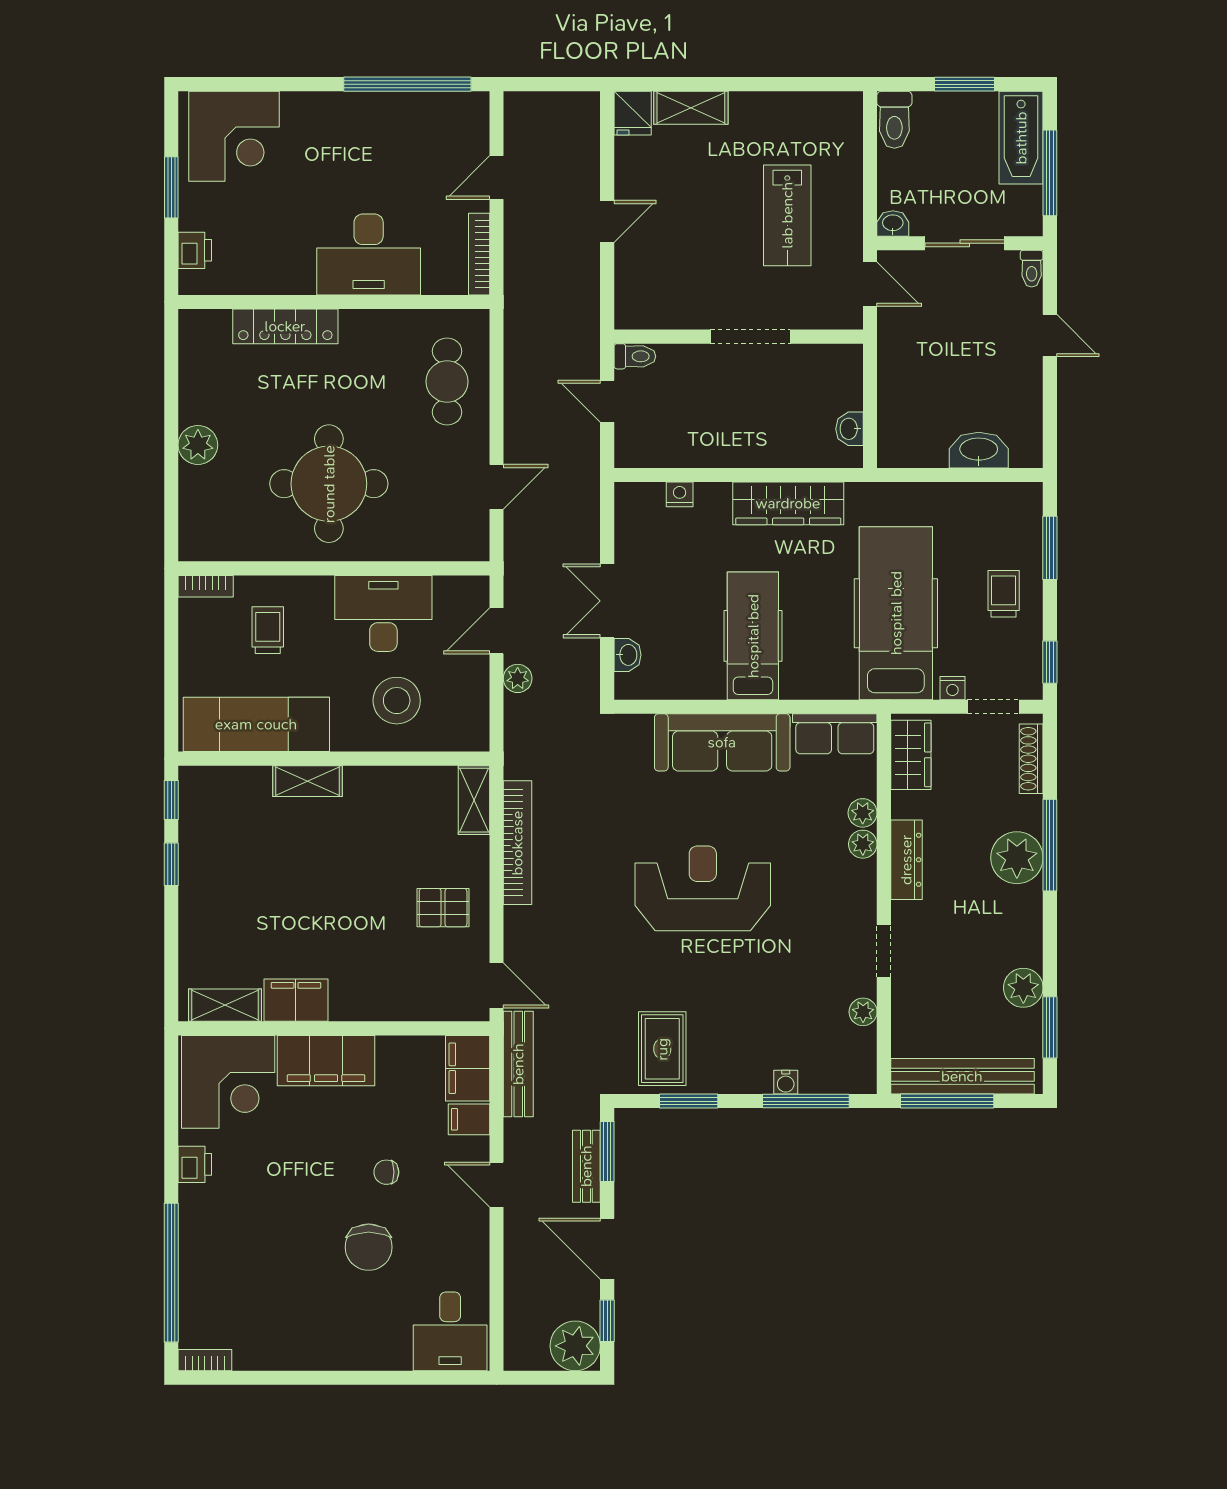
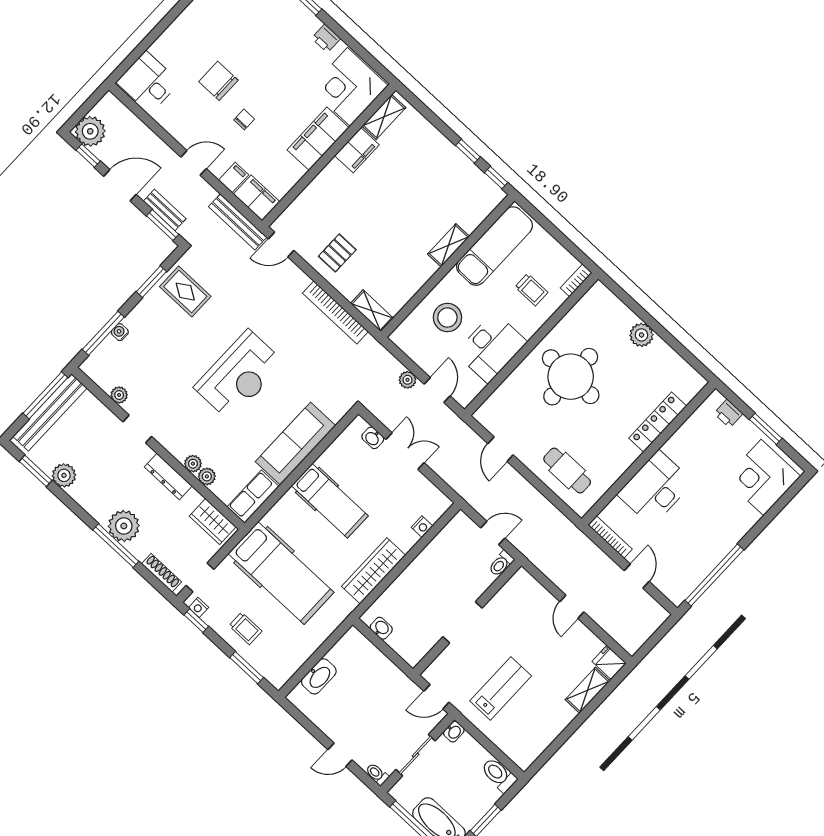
lab bench: (787, 215) -> (501, 688), turned 90
nightstand: (952, 688) -> (199, 607), moved, turned -90

